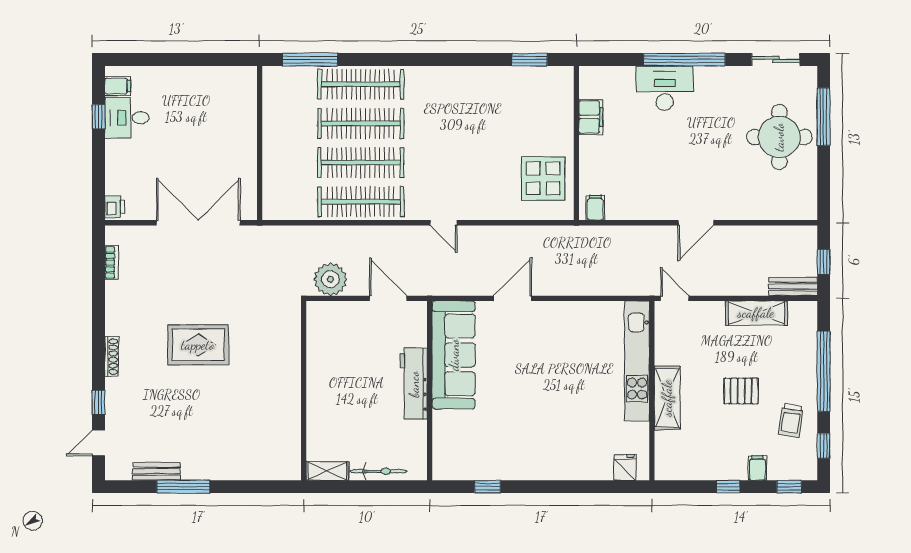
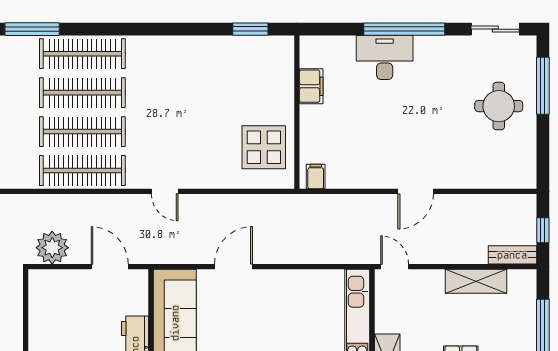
round table: (779, 137) -> (499, 106), width x0.73, depth x0.73

